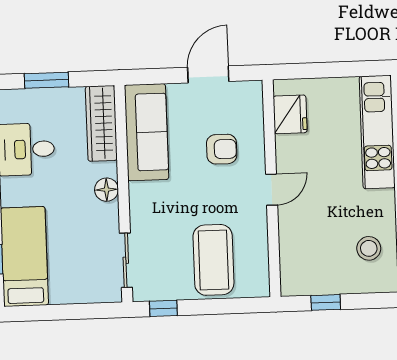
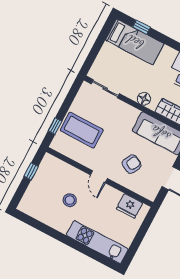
armchair: (222, 149) -> (132, 164), turned -152
stool: (369, 248) -> (70, 200), moved
window: (163, 308) -> (55, 126), moved

